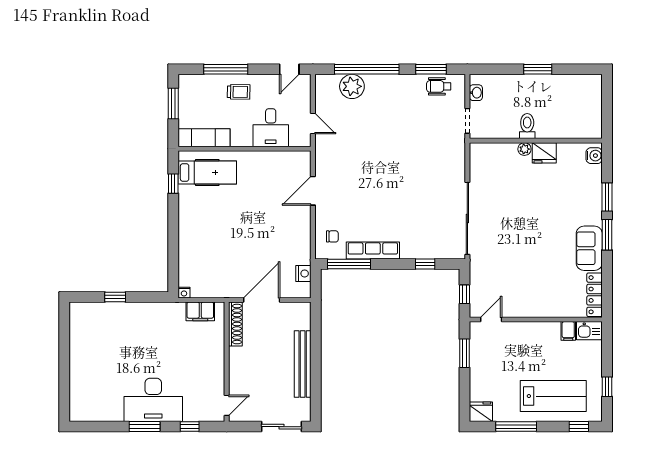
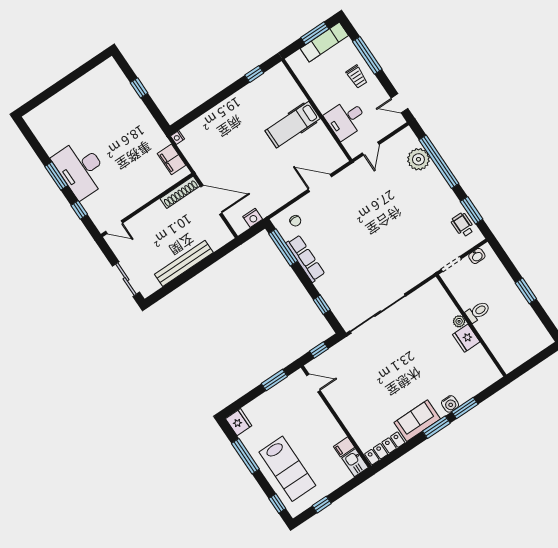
exam couch: (204, 138) -> (324, 42), moved, turned 90
water cooler: (594, 156) -> (450, 404), moved
hospital bed: (207, 172) -> (293, 125), moved, turned 90

